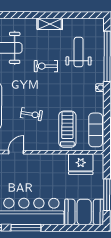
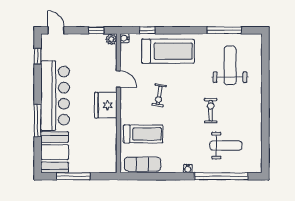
shelving: (50, 24) -> (256, 115), removed
fridge: (81, 164) -> (106, 105), moved
window: (26, 228) -> (38, 120), moved

